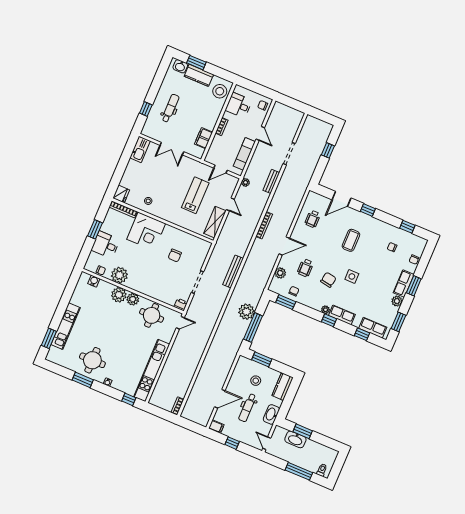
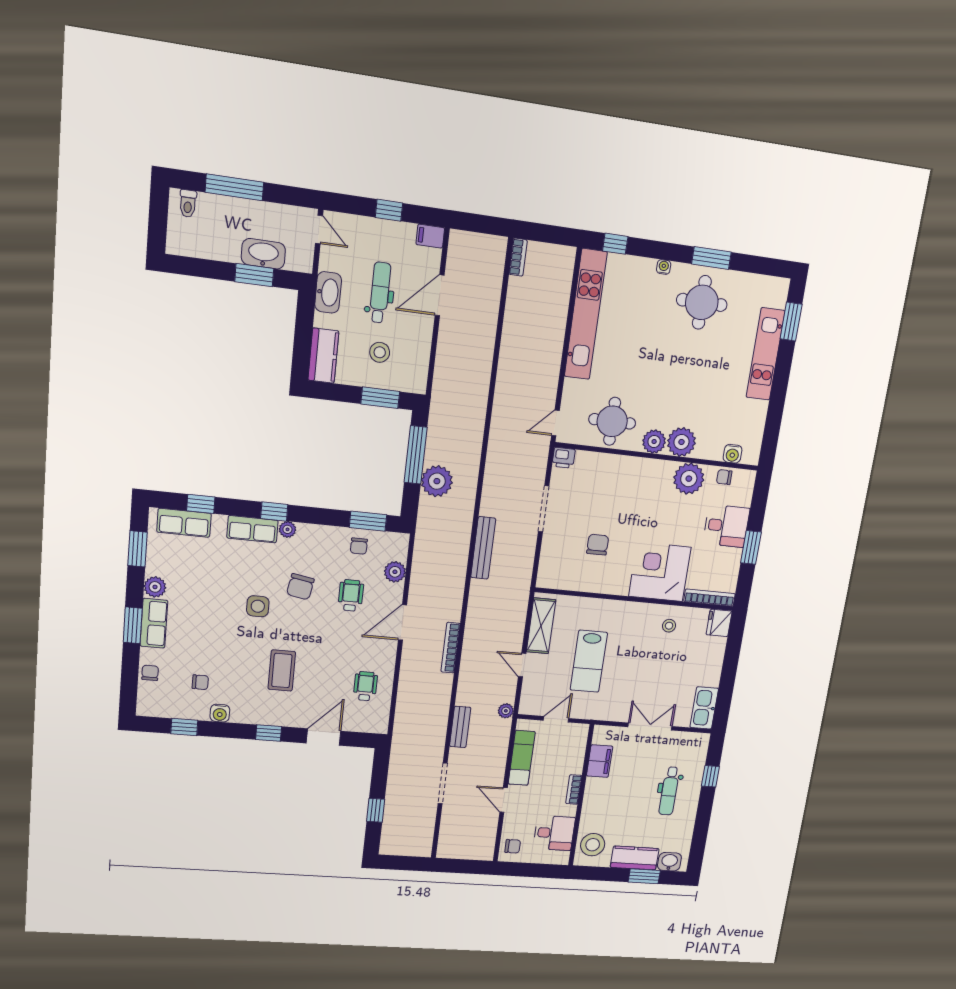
water cooler: (388, 228) -> (220, 713), added

